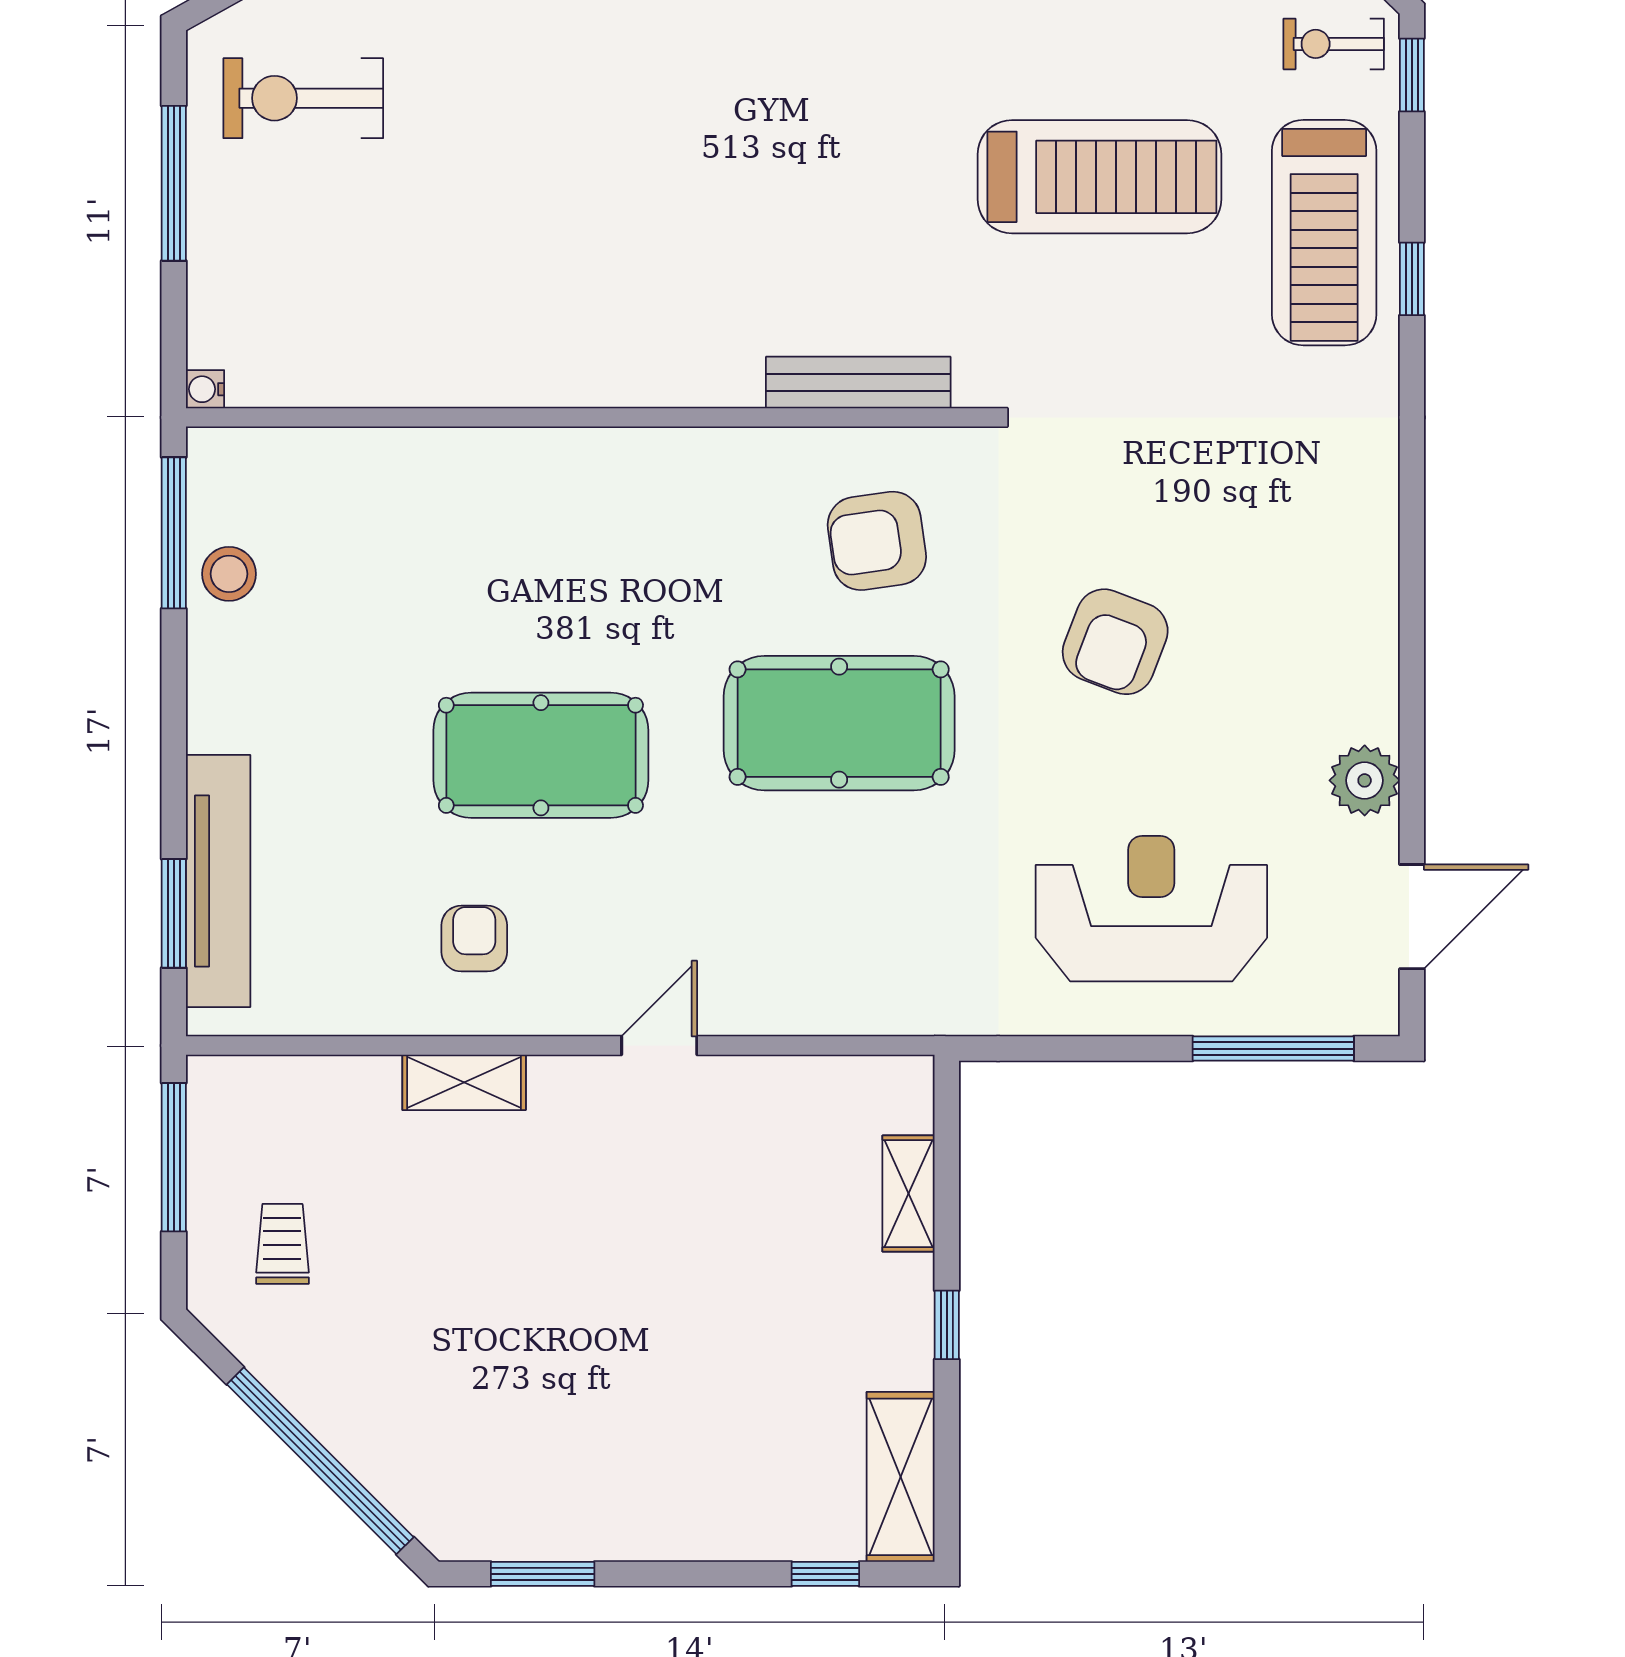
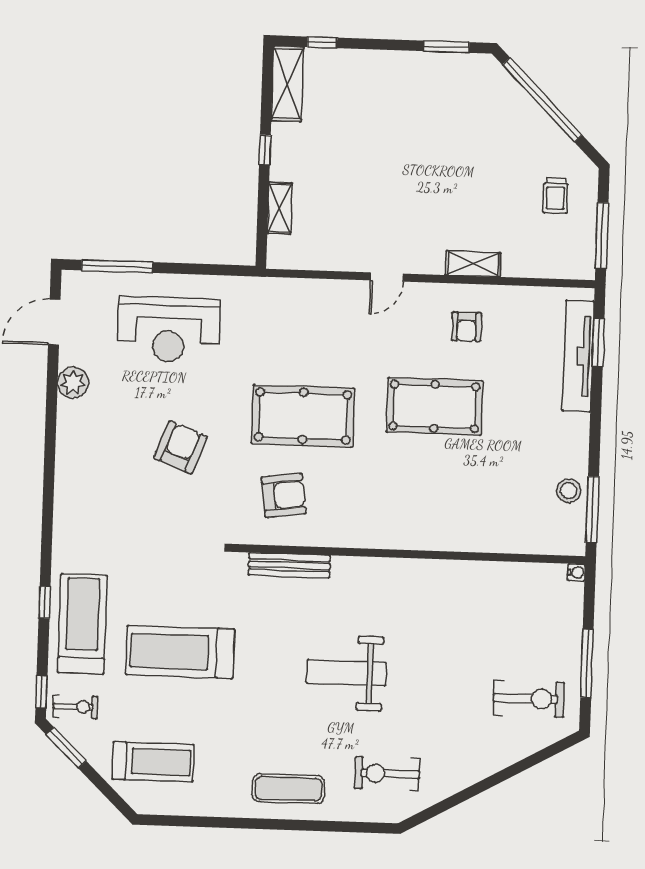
weight bench: (720, 143) -> (346, 673), added

